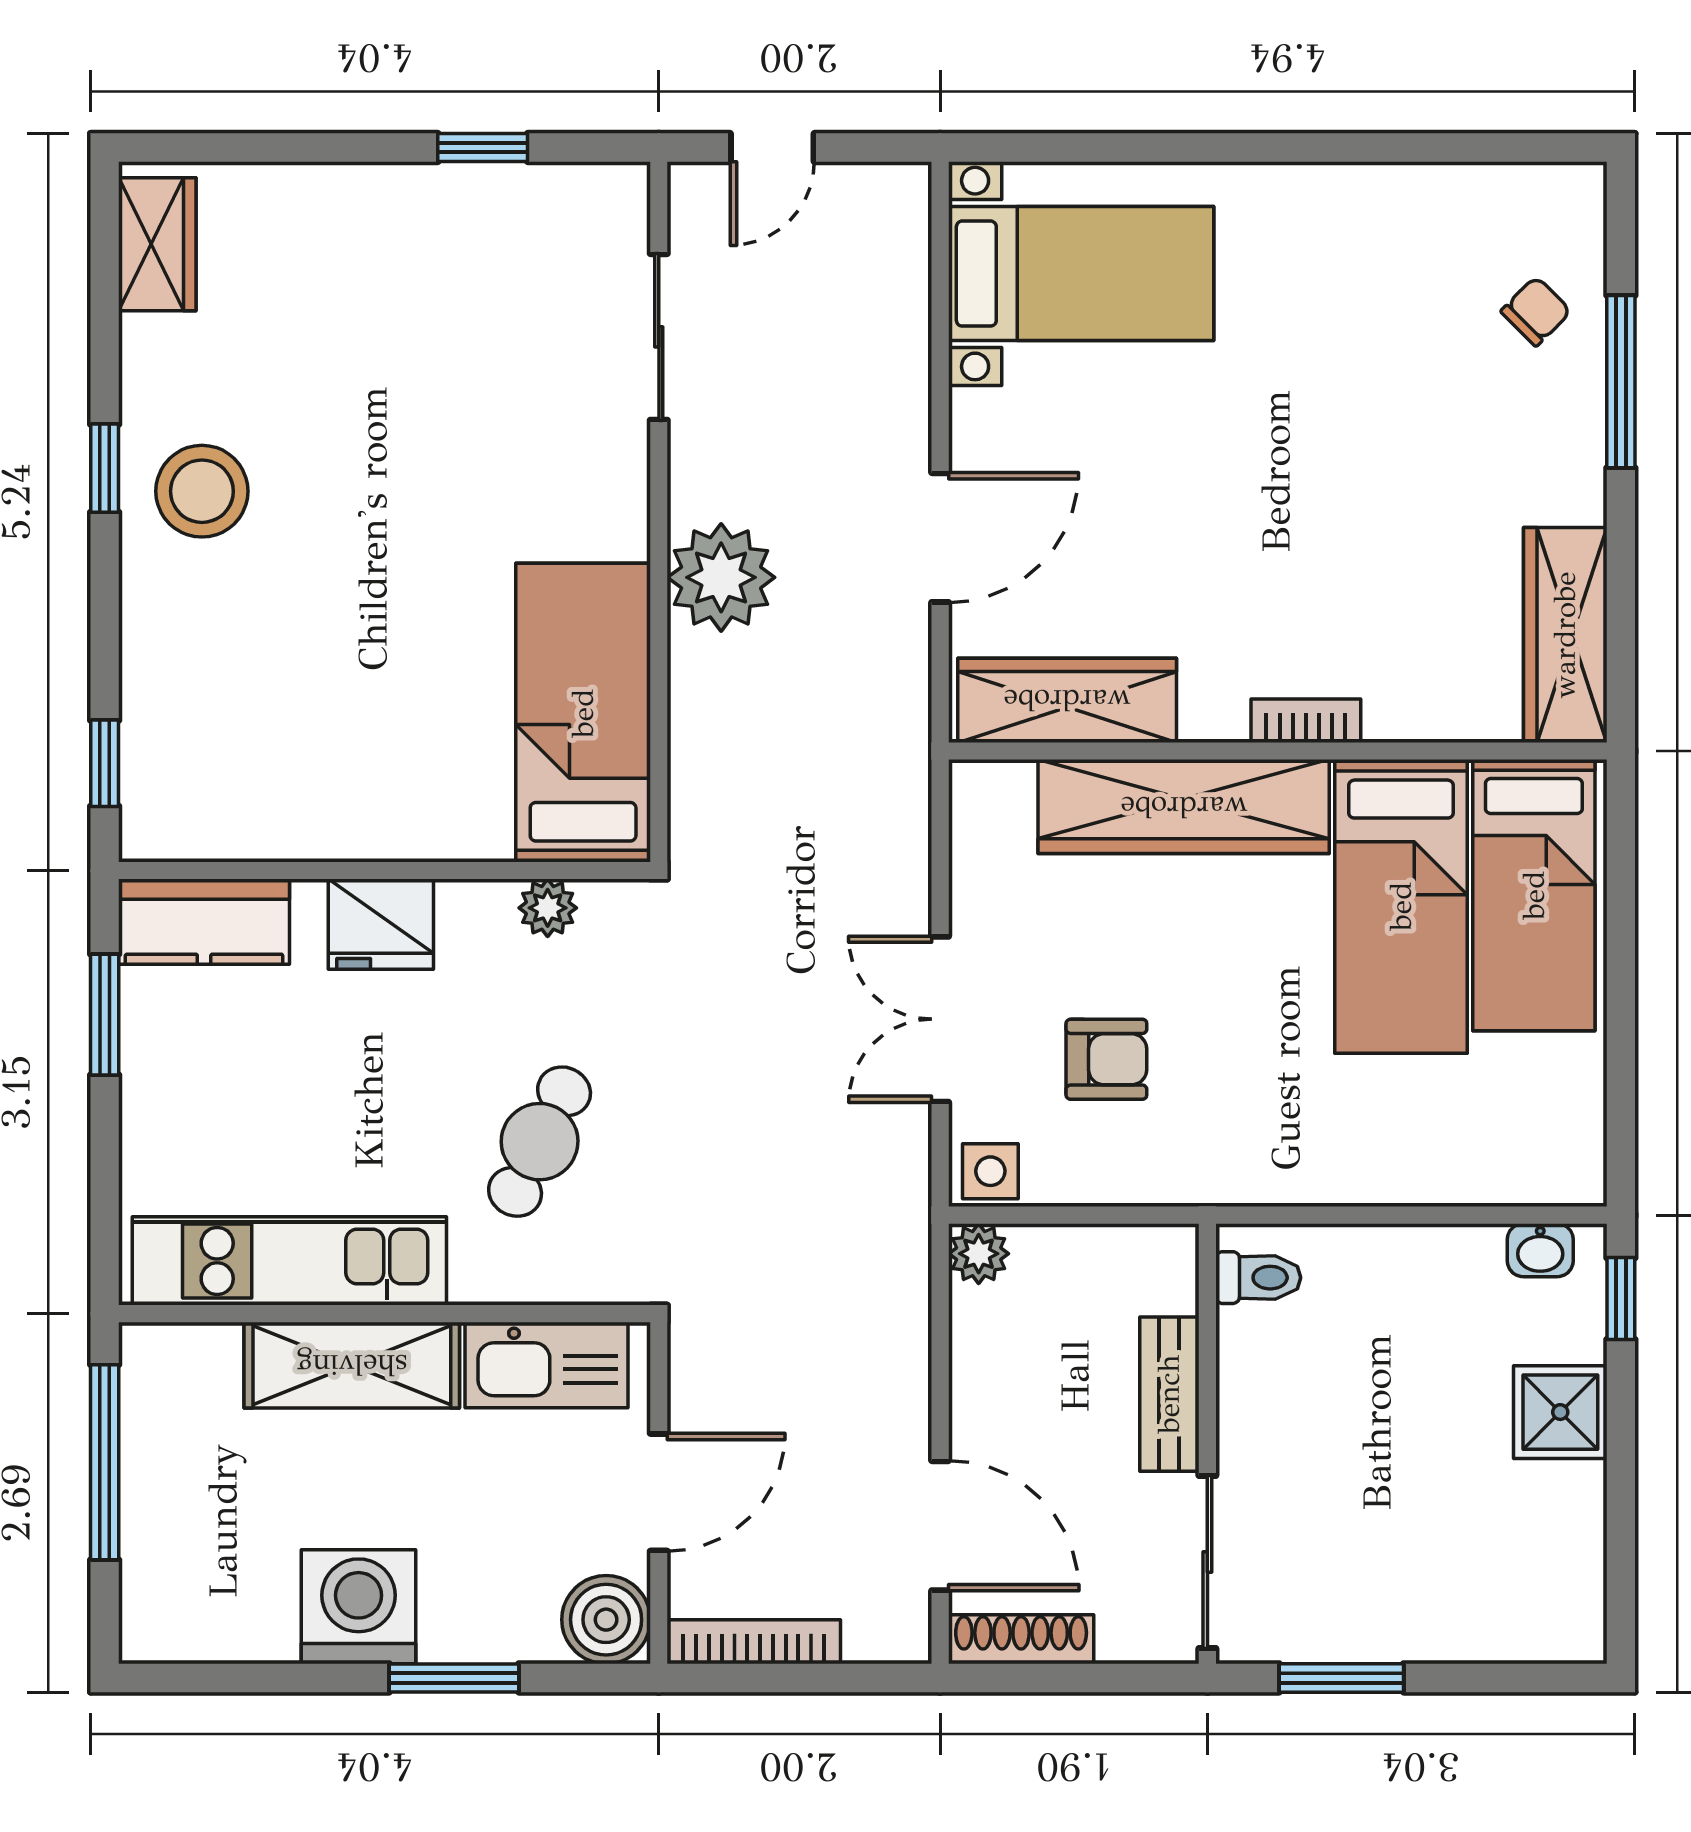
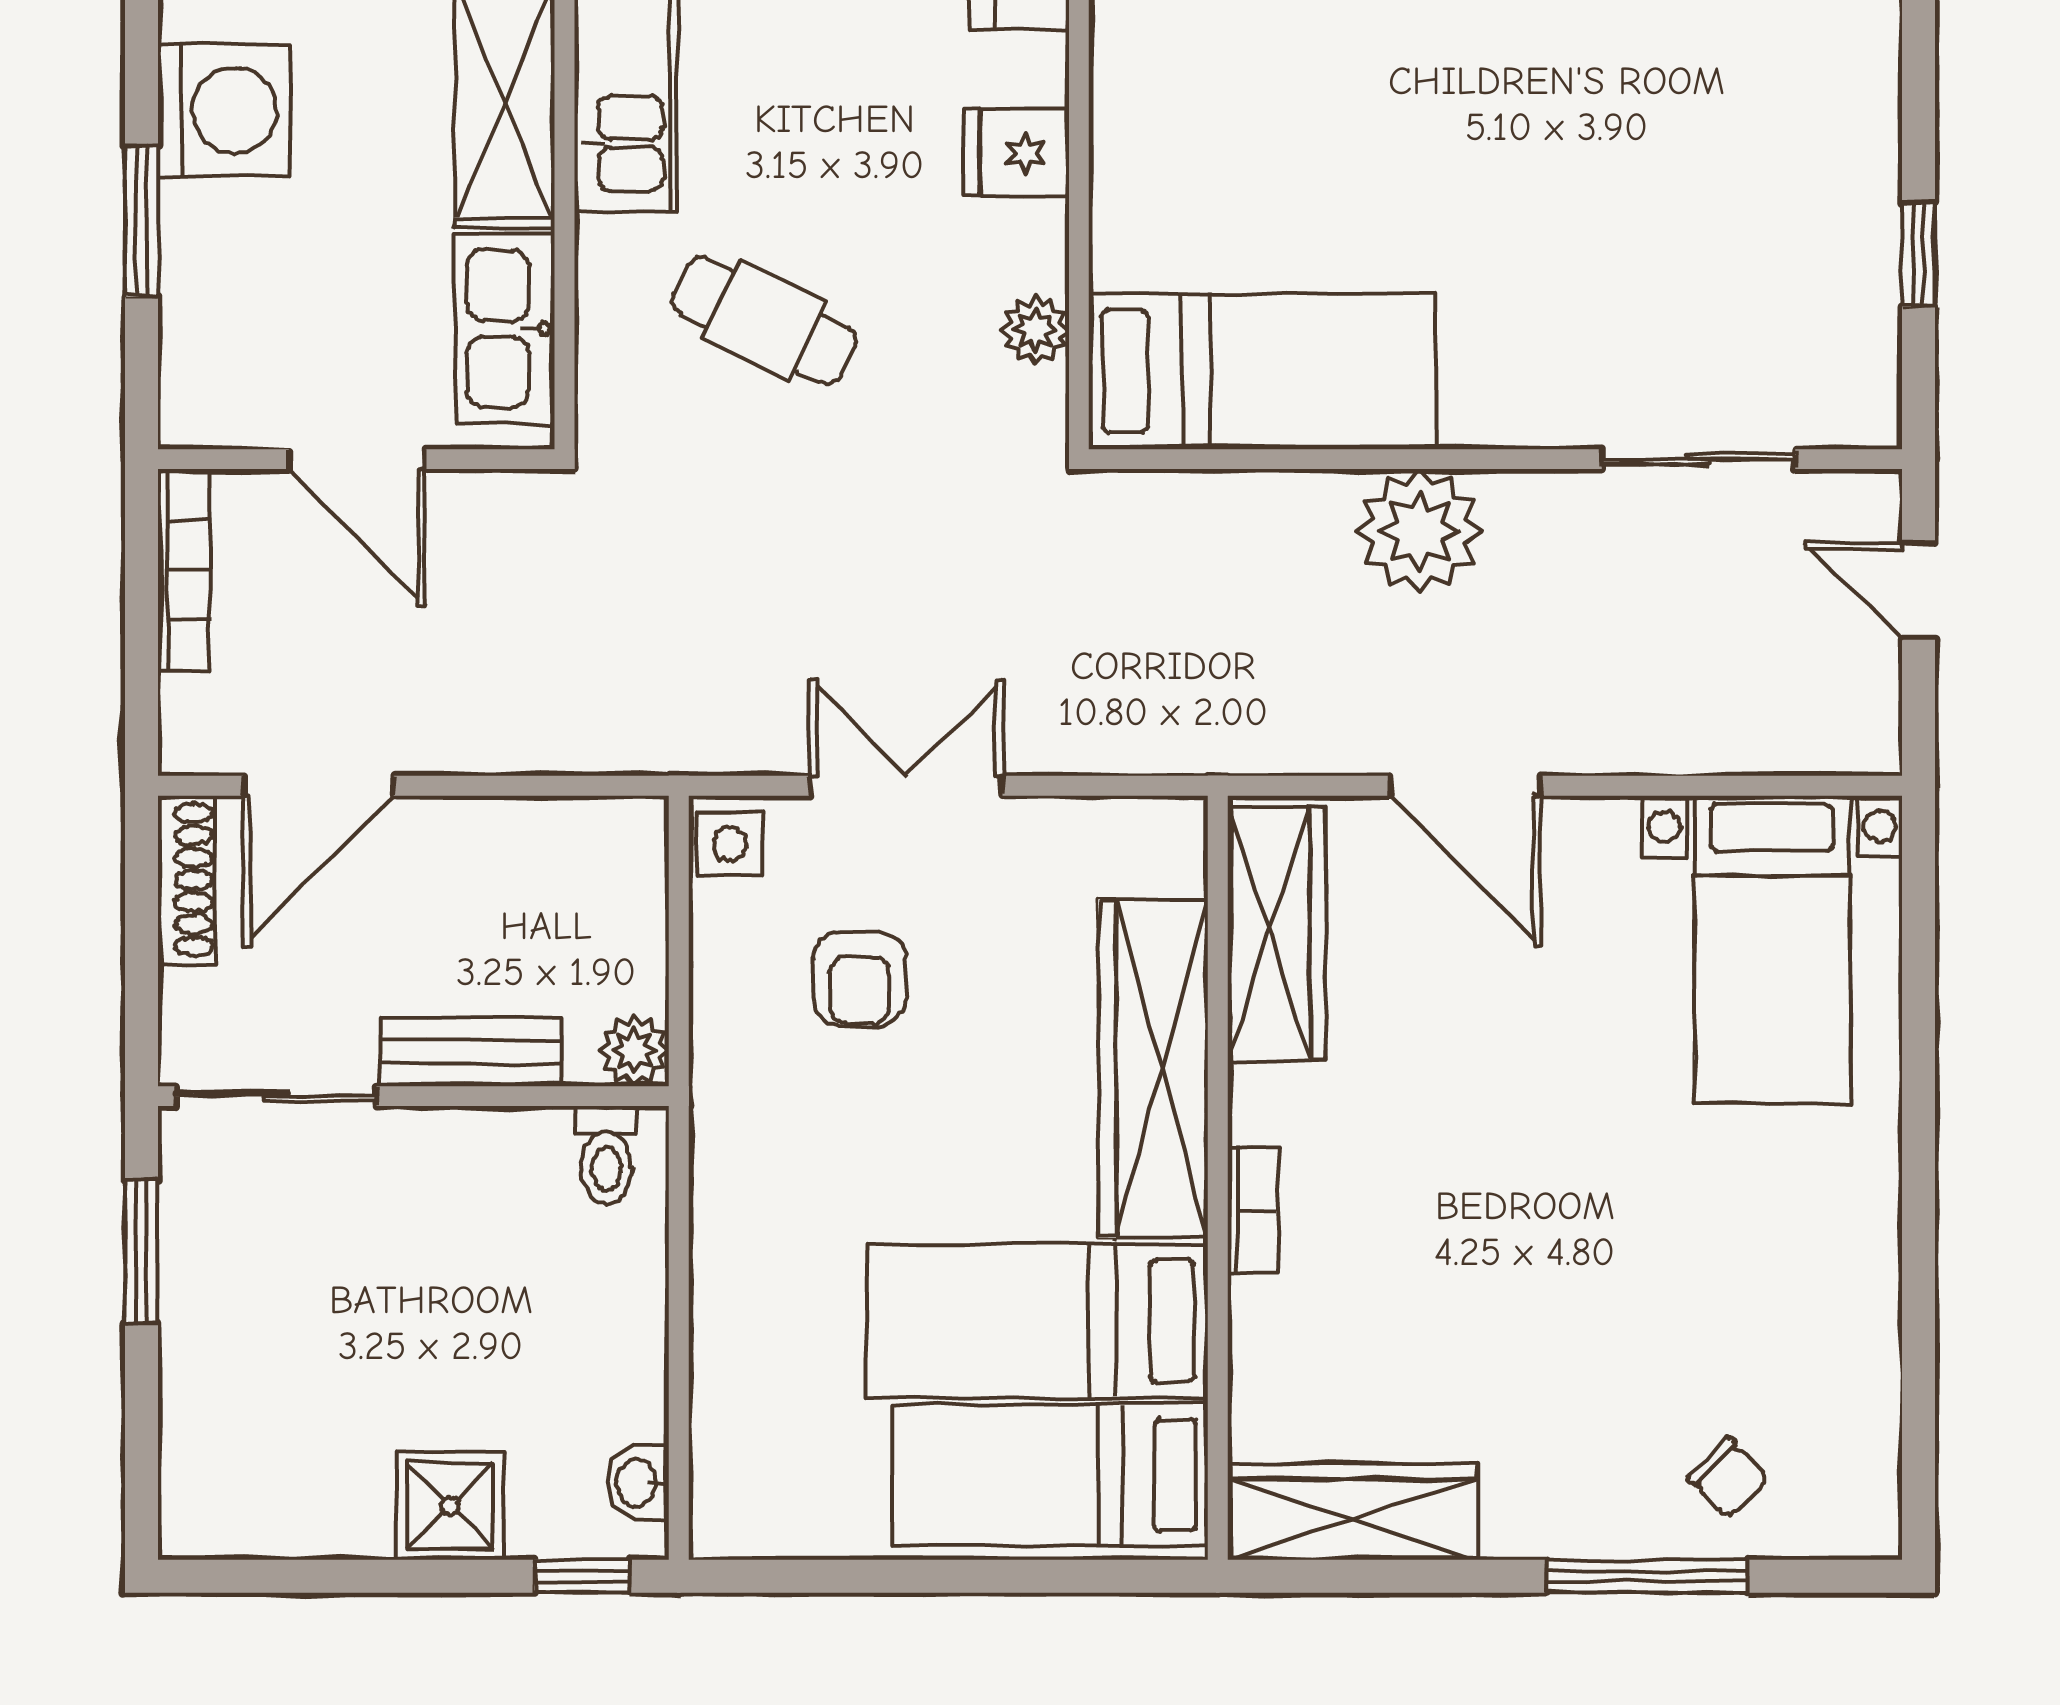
fridge: (381, 924) -> (1017, 153), width x0.72
plant: (979, 1254) -> (634, 1051), moved
boiler: (606, 1620) -> (209, 398), removed

